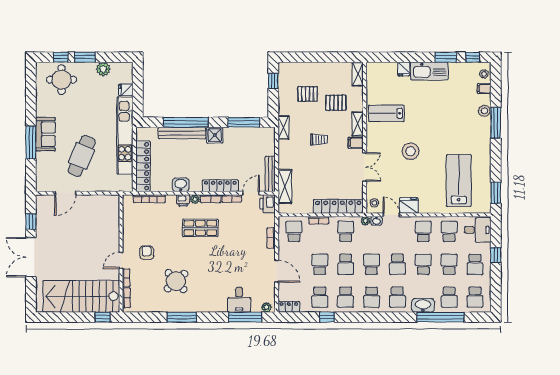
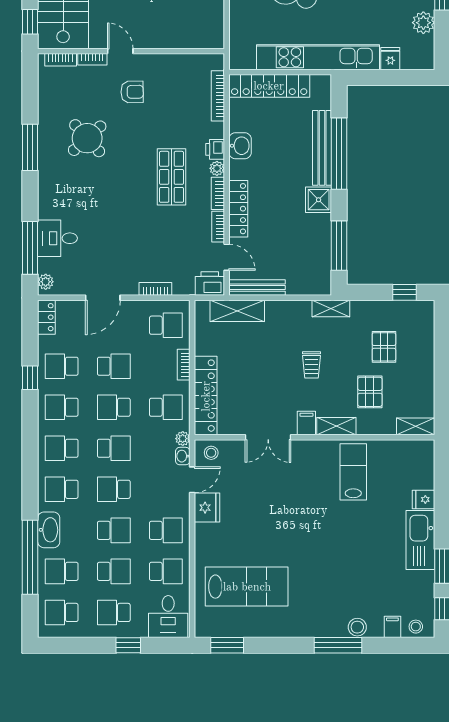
stool: (411, 151) -> (293, 510), removed

